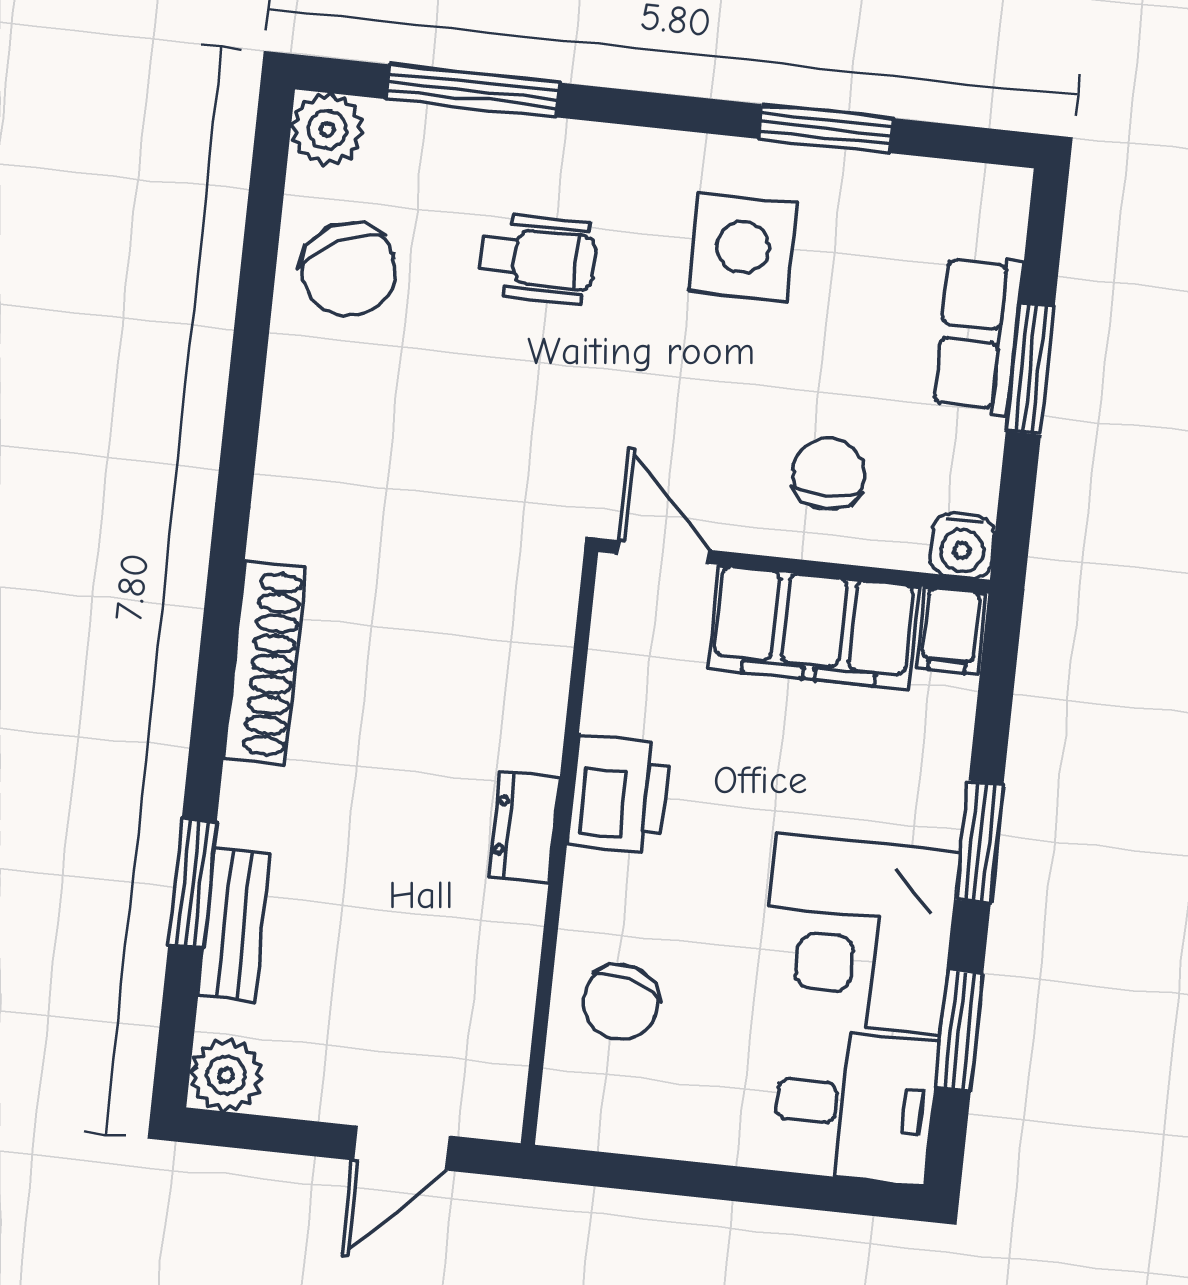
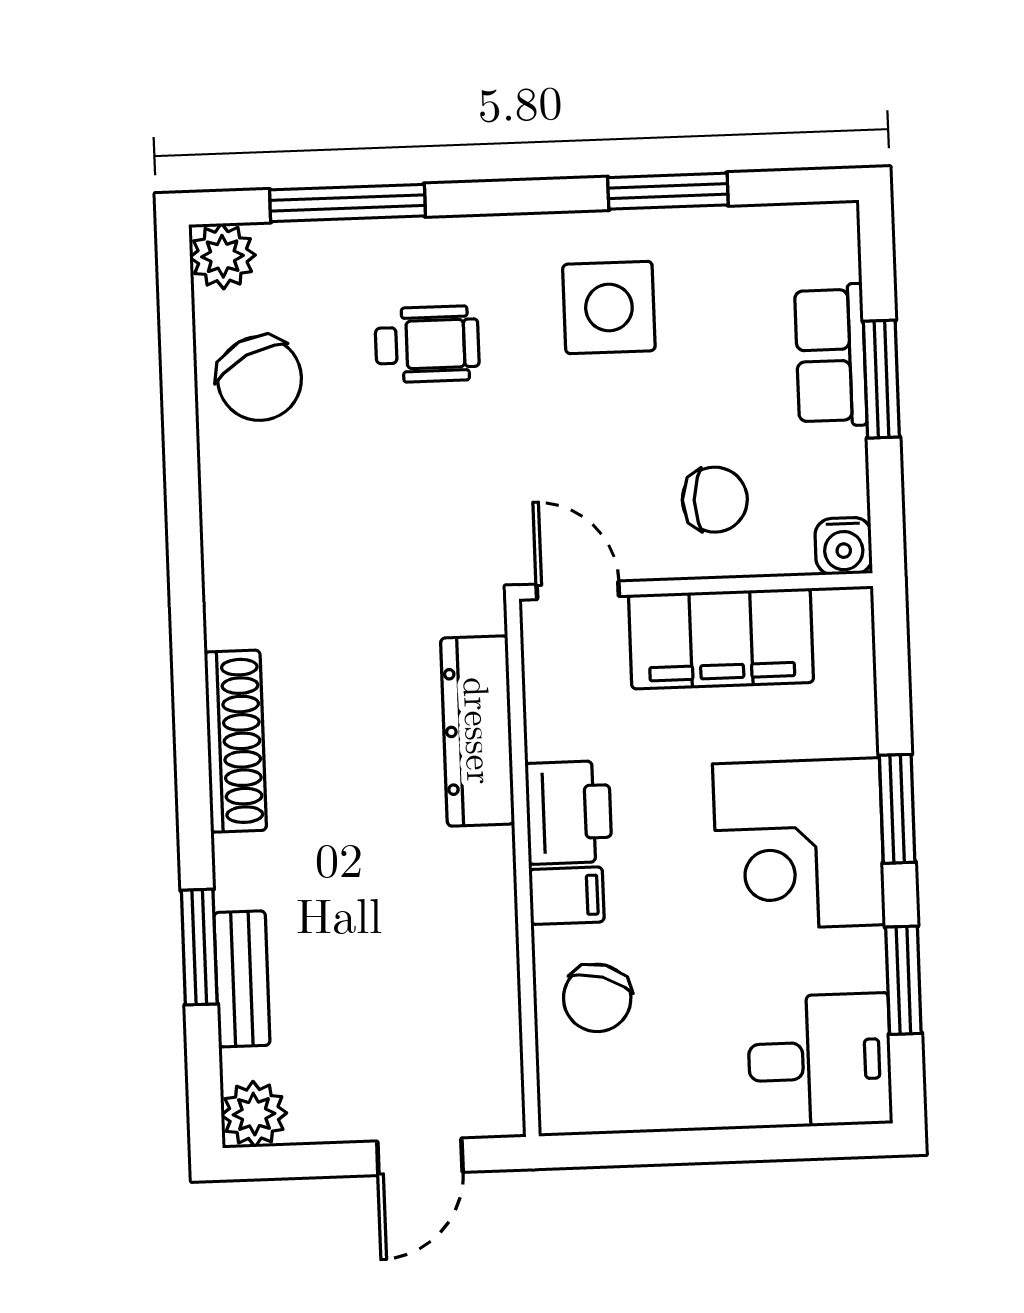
chair: (829, 474) -> (715, 500), turned 91
filing cabinet: (951, 631) -> (567, 896), moved, turned -90
dresser: (525, 827) -> (478, 731), moved, width x1.96, depth x1.24
corner desk: (859, 934) -> (799, 844), moved

